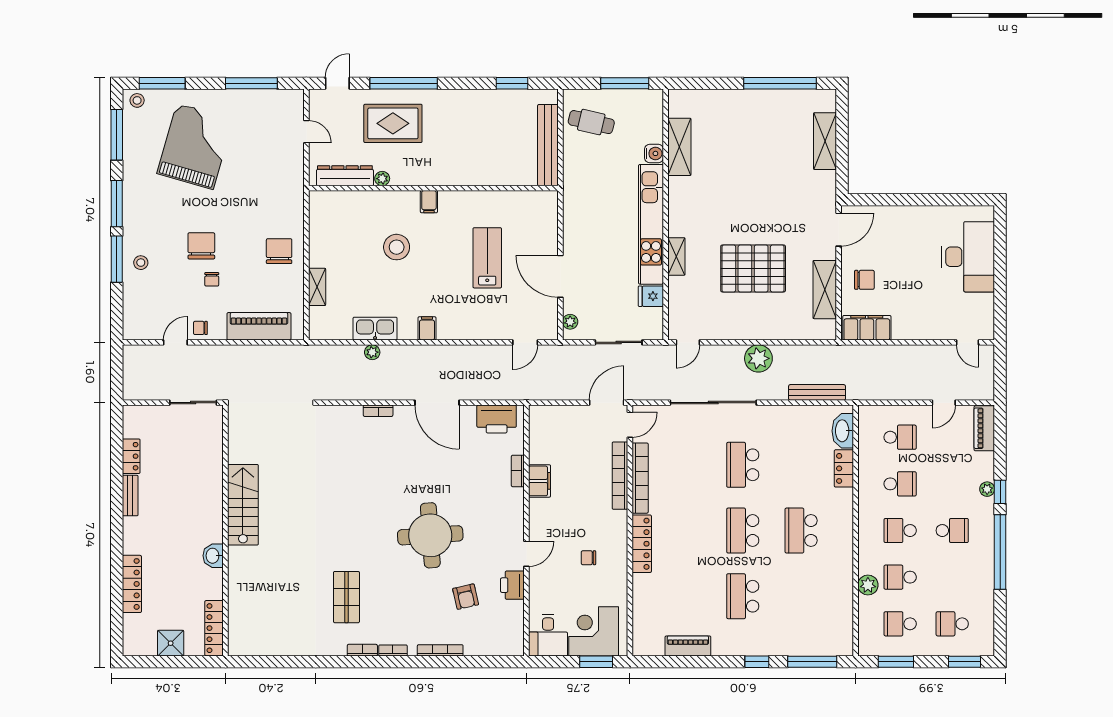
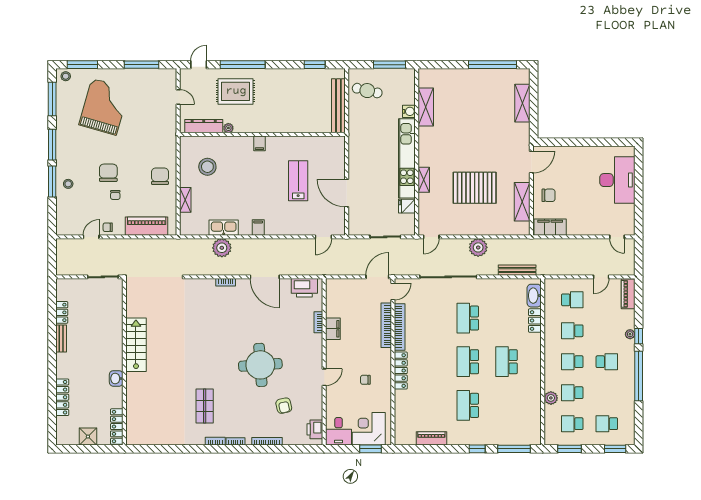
stool: (397, 247) -> (207, 167), moved
plant: (570, 322) -> (353, 223), removed
plant: (372, 352) -> (222, 248), width x1.87, depth x1.87
school desk: (900, 484) -> (572, 331), turned 180
printer: (512, 585) -> (315, 429), moved

